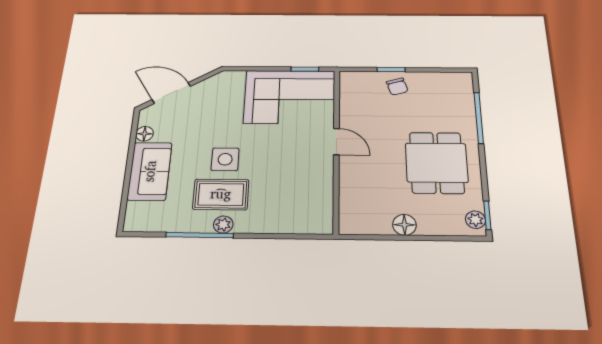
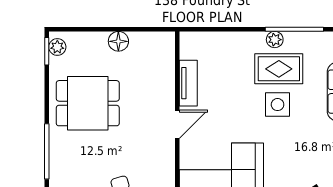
door: (336, 142) -> (177, 124), swing flipped
dining table: (437, 163) -> (88, 103), turned 90
tv unit: (324, 181) -> (188, 83), added

